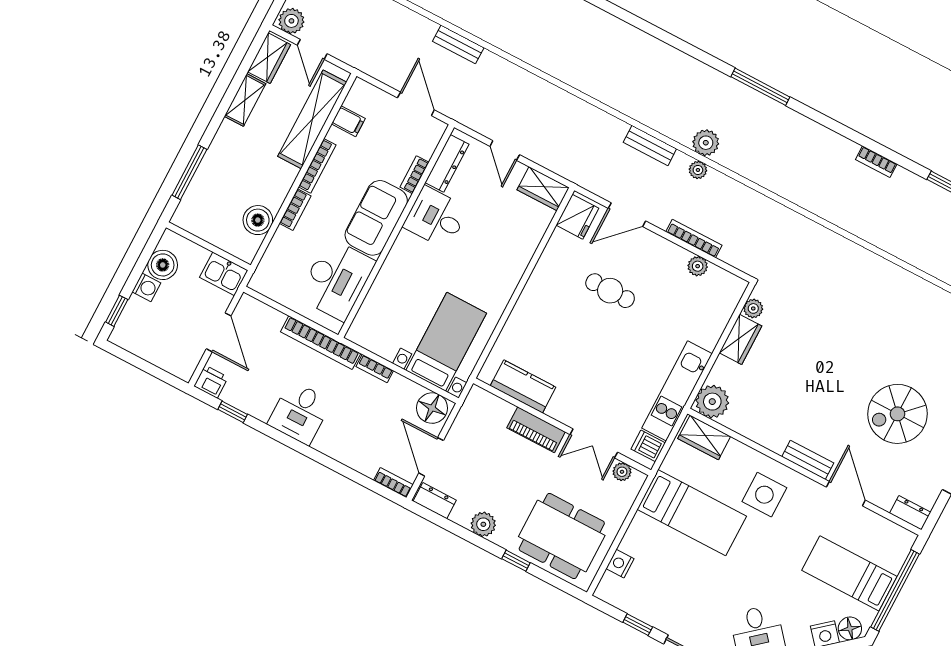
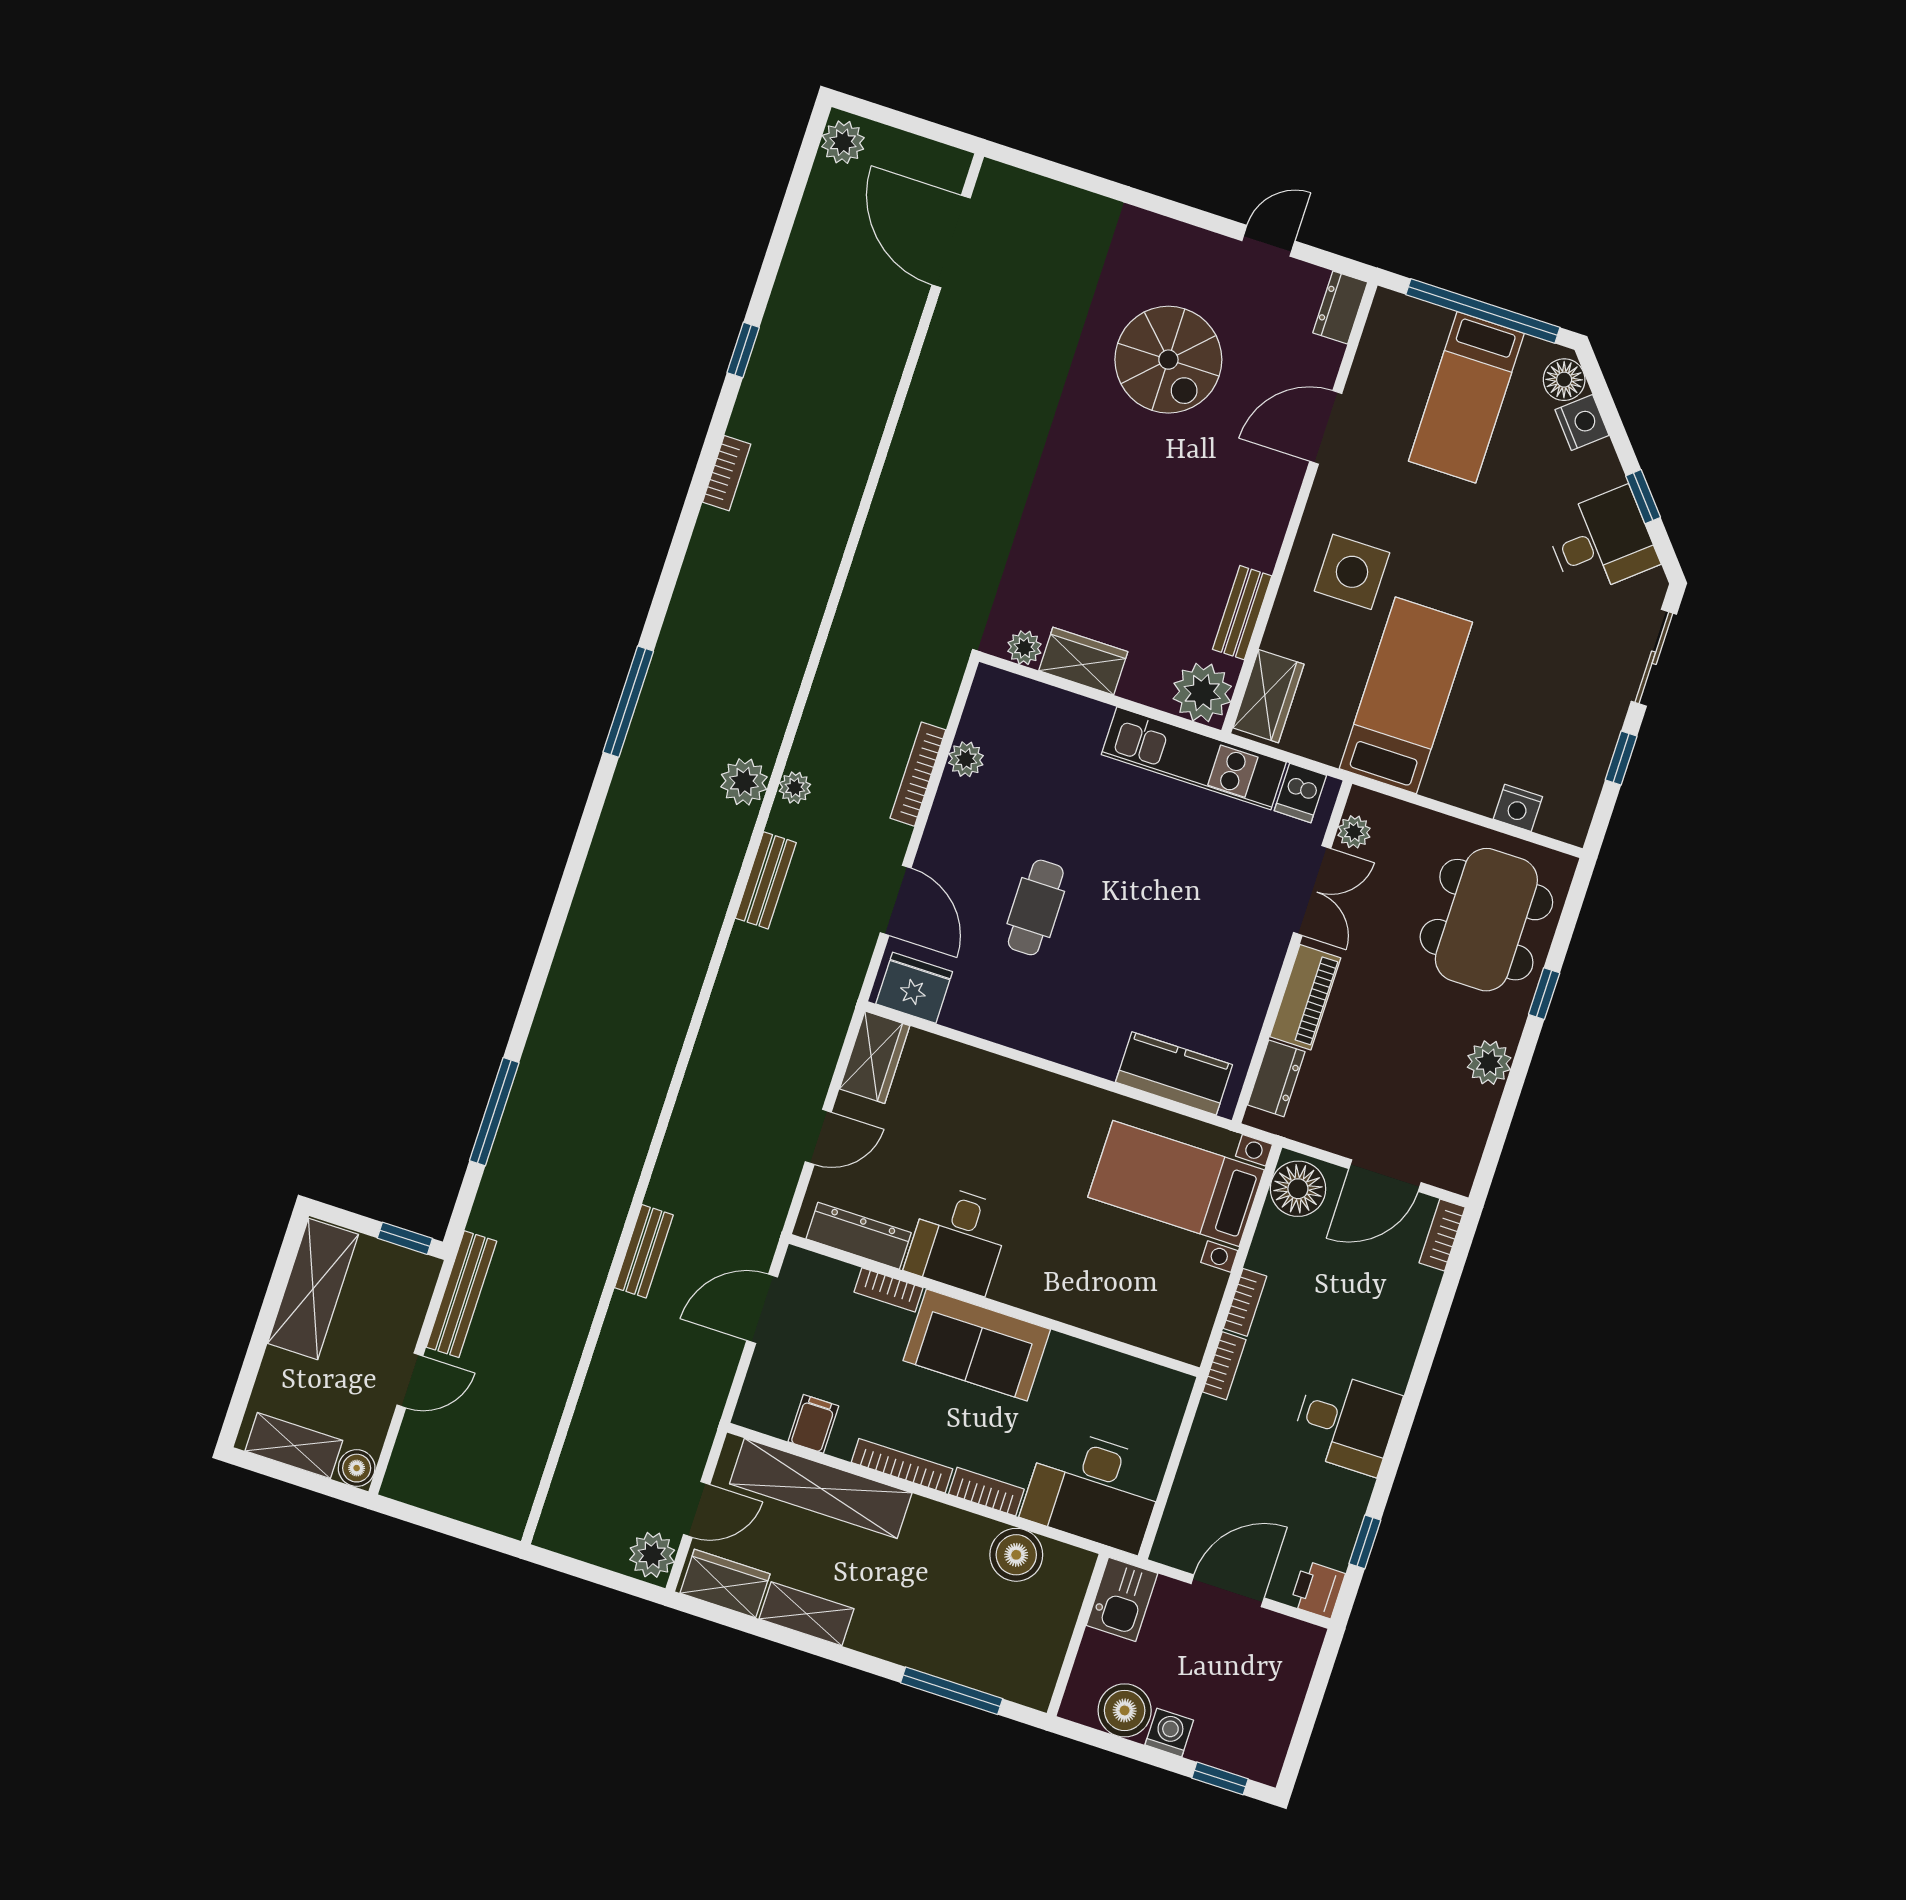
desk: (337, 279) -> (1094, 1490), moved, turned 180
bookcase: (321, 343) -> (1224, 1366), width x0.43, depth x0.76
kitchen counter: (523, 386) -> (1174, 1073), moved, turned 90
bench: (808, 460) -> (1242, 613), moved
dresser: (435, 501) -> (1276, 1078), moved, turned 180

